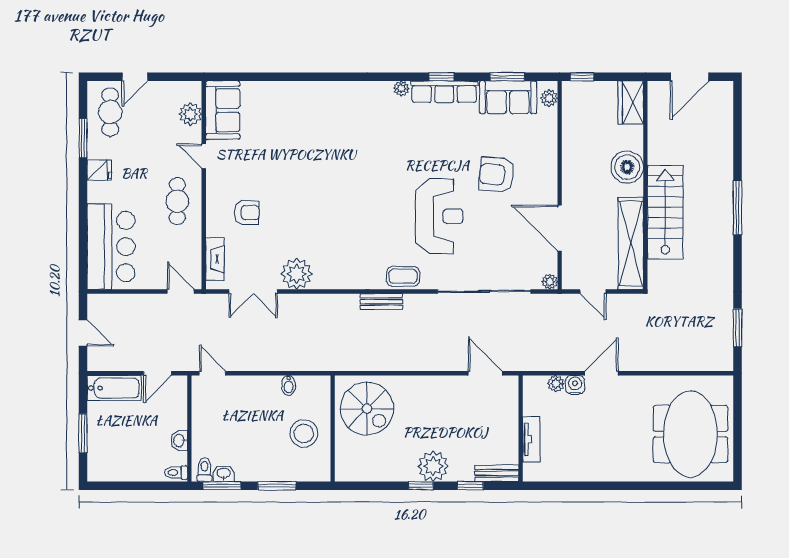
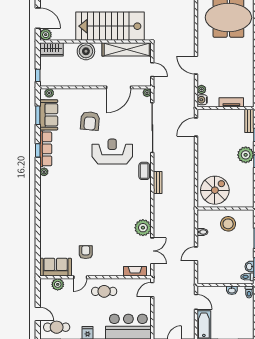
plant: (658, 92) -> (46, 35), added
stairs: (665, 212) -> (110, 26), width x1.36, depth x1.51
armchair: (247, 213) -> (86, 252), moved
door: (593, 291) -> (152, 70), hinge flipped
door: (212, 373) -> (196, 254), moved
water cooler: (575, 385) -> (202, 100), moved

